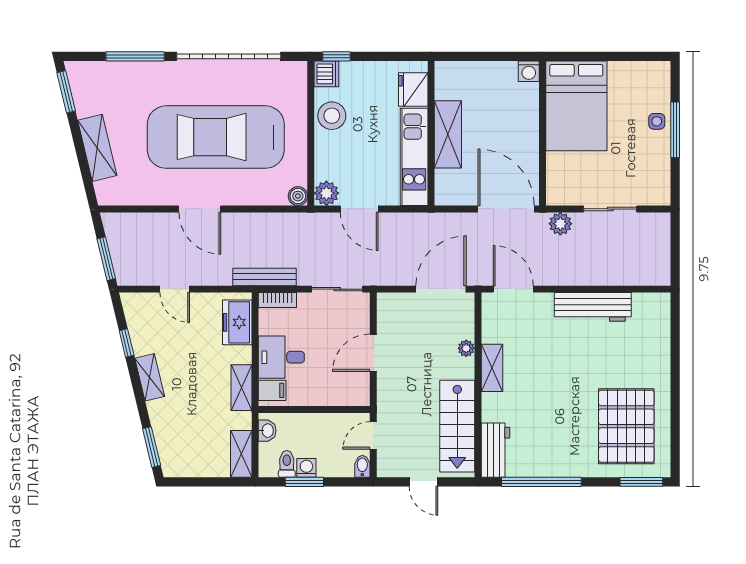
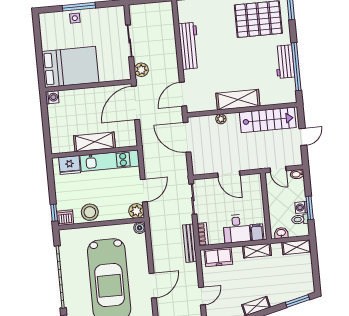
shelving: (492, 368) -> (238, 100), width x1.50, depth x1.33
workbench: (495, 450) -> (285, 62), moved, turned -90

